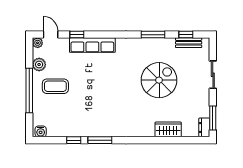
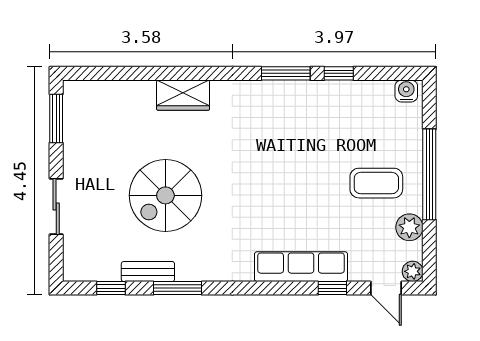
bench: (189, 43) -> (148, 272), moved
dresser: (204, 127) -> (73, 99), removed
wardrobe: (168, 129) -> (183, 95), moved

